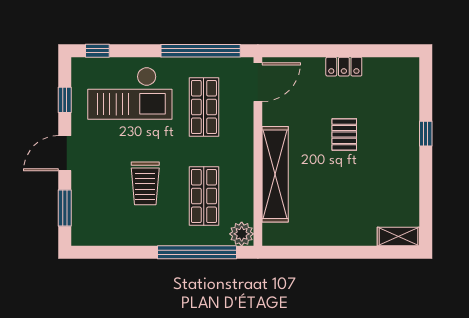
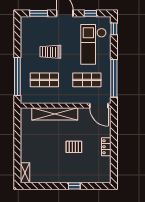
plant: (242, 234) -> (26, 98), removed

